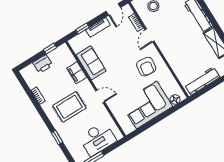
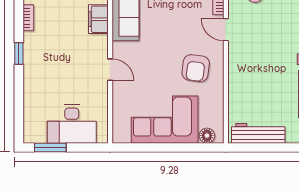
door: (150, 35) -> (226, 30), hinge flipped
rug: (69, 107) -> (61, 58), removed
window: (57, 137) -> (19, 53), moved

